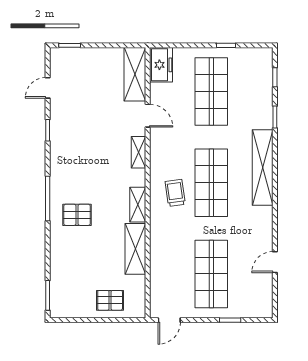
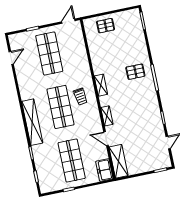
shelving: (135, 249) -> (97, 59), removed
door: (275, 262) -> (11, 58), moved

